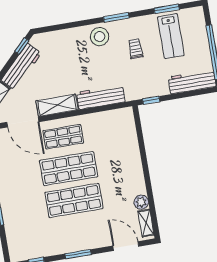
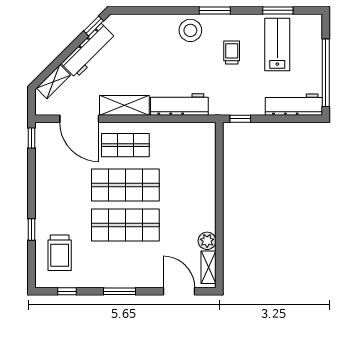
lab bench: (171, 36) -> (277, 45), turned 180
trolley: (25, 232) -> (60, 253), added

